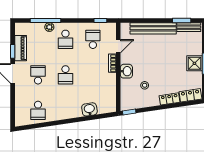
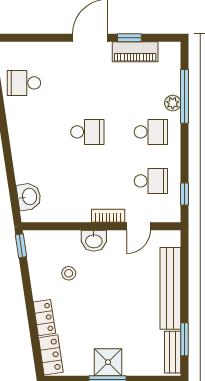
school desk: (65, 39) -> (151, 132), turned 180
door: (118, 46) -> (139, 226), hinge flipped
school desk: (38, 75) -> (87, 83), removed
school desk: (65, 75) -> (87, 132), turned 180
washbasin: (89, 109) -> (29, 197), moved

